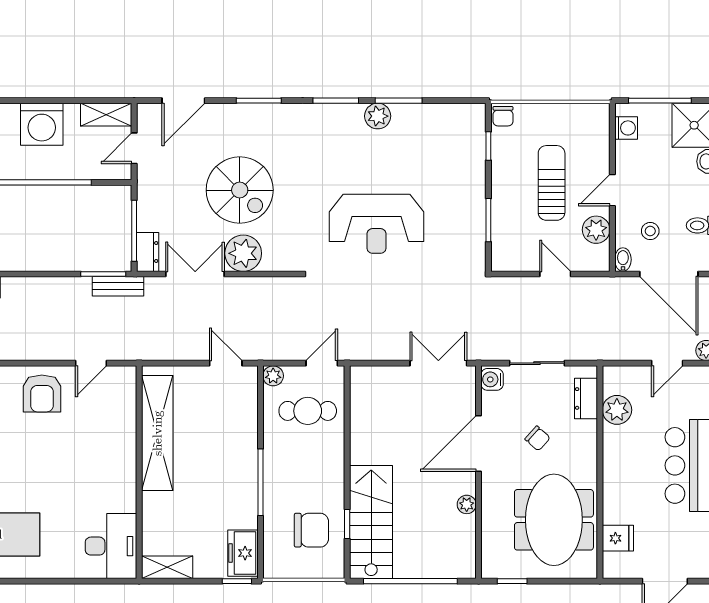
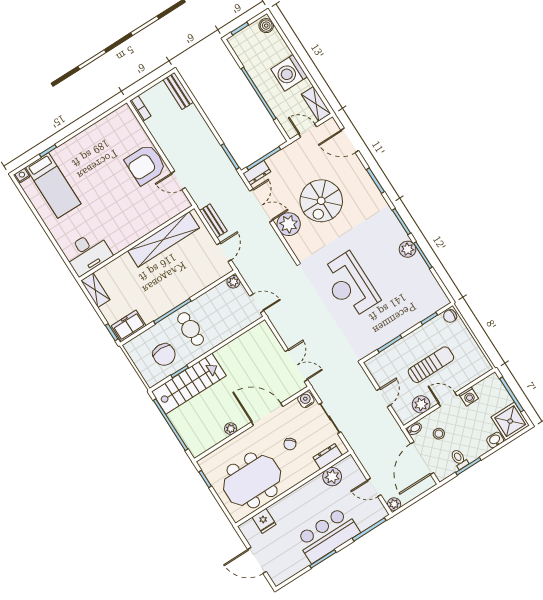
washing machine: (626, 128) -> (469, 397), moved
bench: (118, 286) -> (213, 221), moved
armchair: (42, 393) -> (146, 164), width x1.36, depth x1.36
cafe table: (308, 411) -> (191, 329), moved

